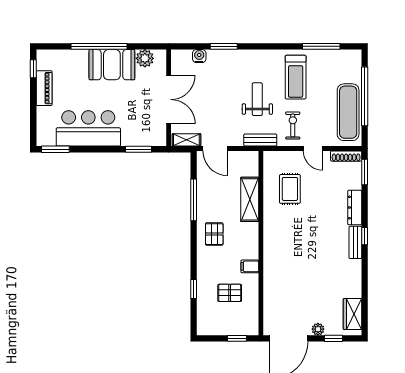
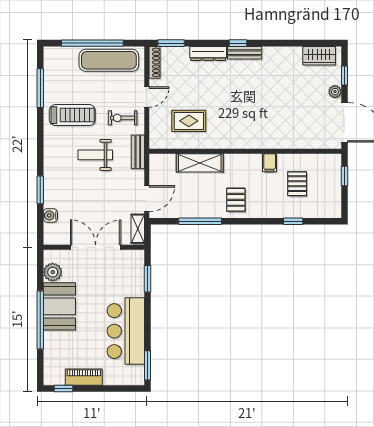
pallet: (214, 234) -> (236, 200), turned 90

